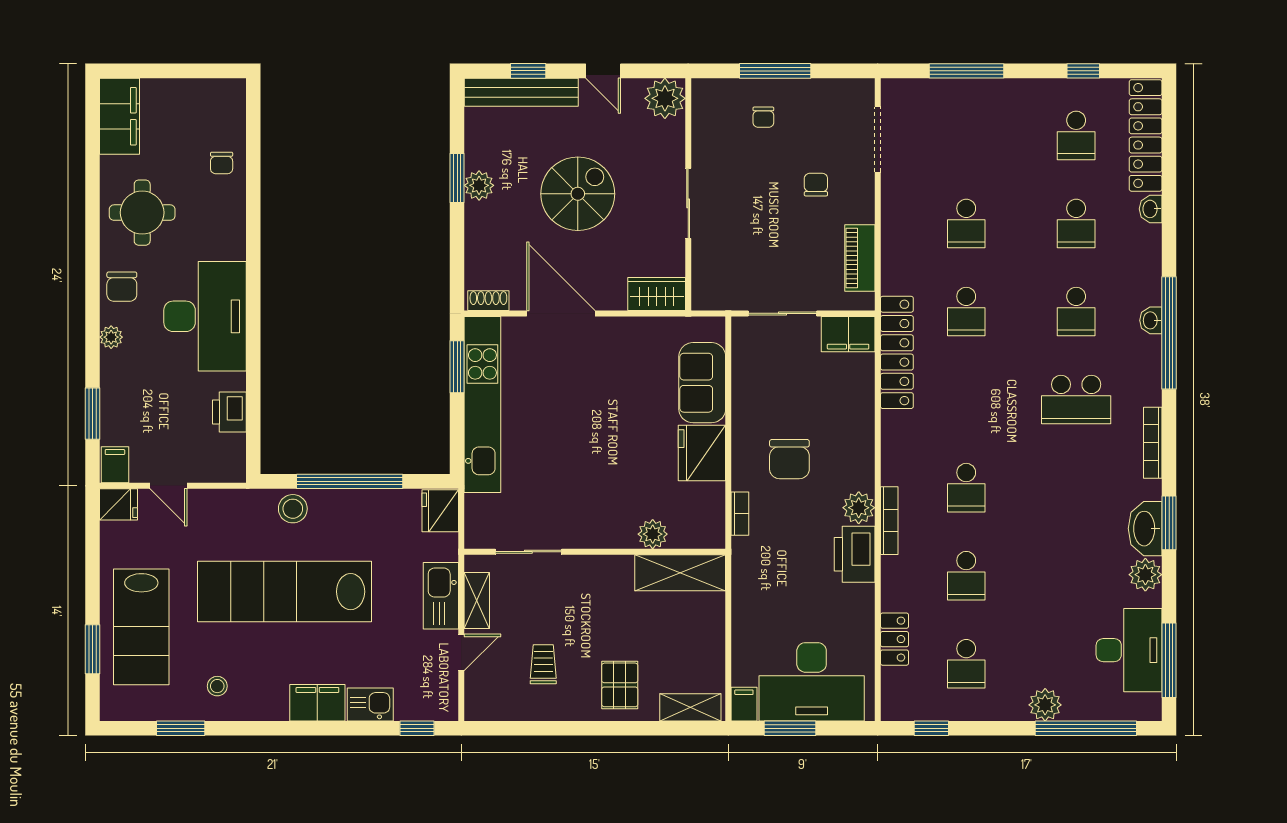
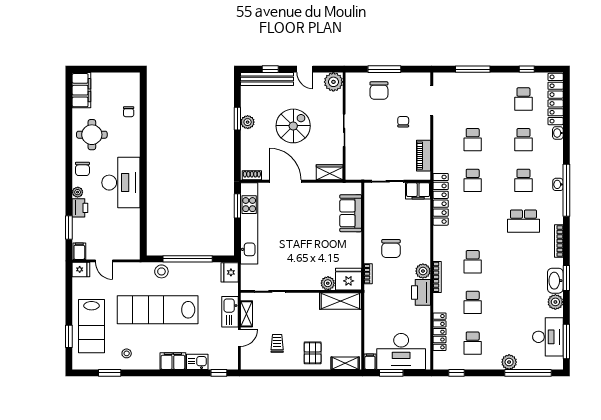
chair: (763, 117) -> (379, 91), width x1.87, depth x1.87
printer: (229, 412) -> (80, 208), moved, turned 180
fridge: (702, 453) -> (349, 279), moved, turned 90
locker: (894, 639) -> (439, 332), width x1.53

